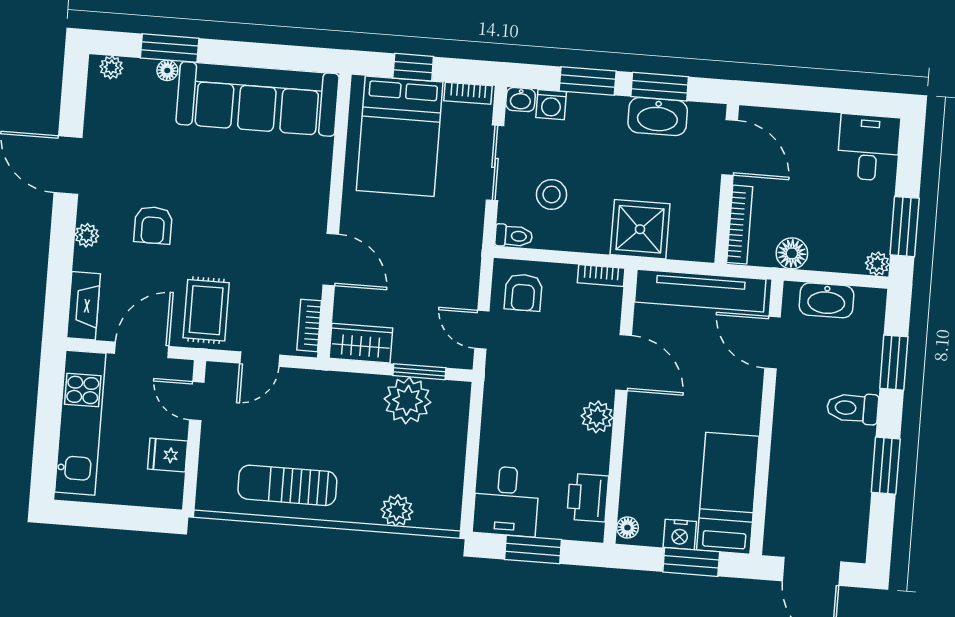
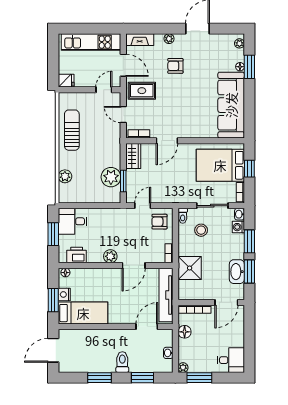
washbasin: (826, 300) -> (168, 353), width x0.52, depth x0.69
fridge: (168, 455) -> (66, 81), moved, turned 90

